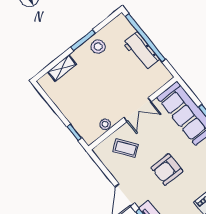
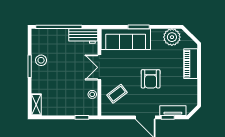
workbench: (141, 51) -> (83, 36), moved
shelving: (62, 68) -> (36, 105), moved
double door: (137, 110) -> (99, 67), swing flipped

